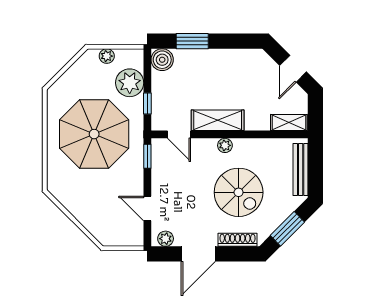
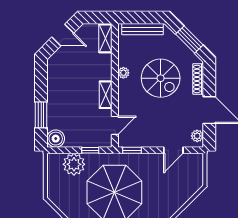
plant: (107, 56) -> (53, 182), removed
shelving: (218, 120) -> (106, 95), width x0.67, depth x0.75
plant: (225, 145) -> (123, 73), moved
spiral stairs: (239, 192) -> (161, 78), turned 90

